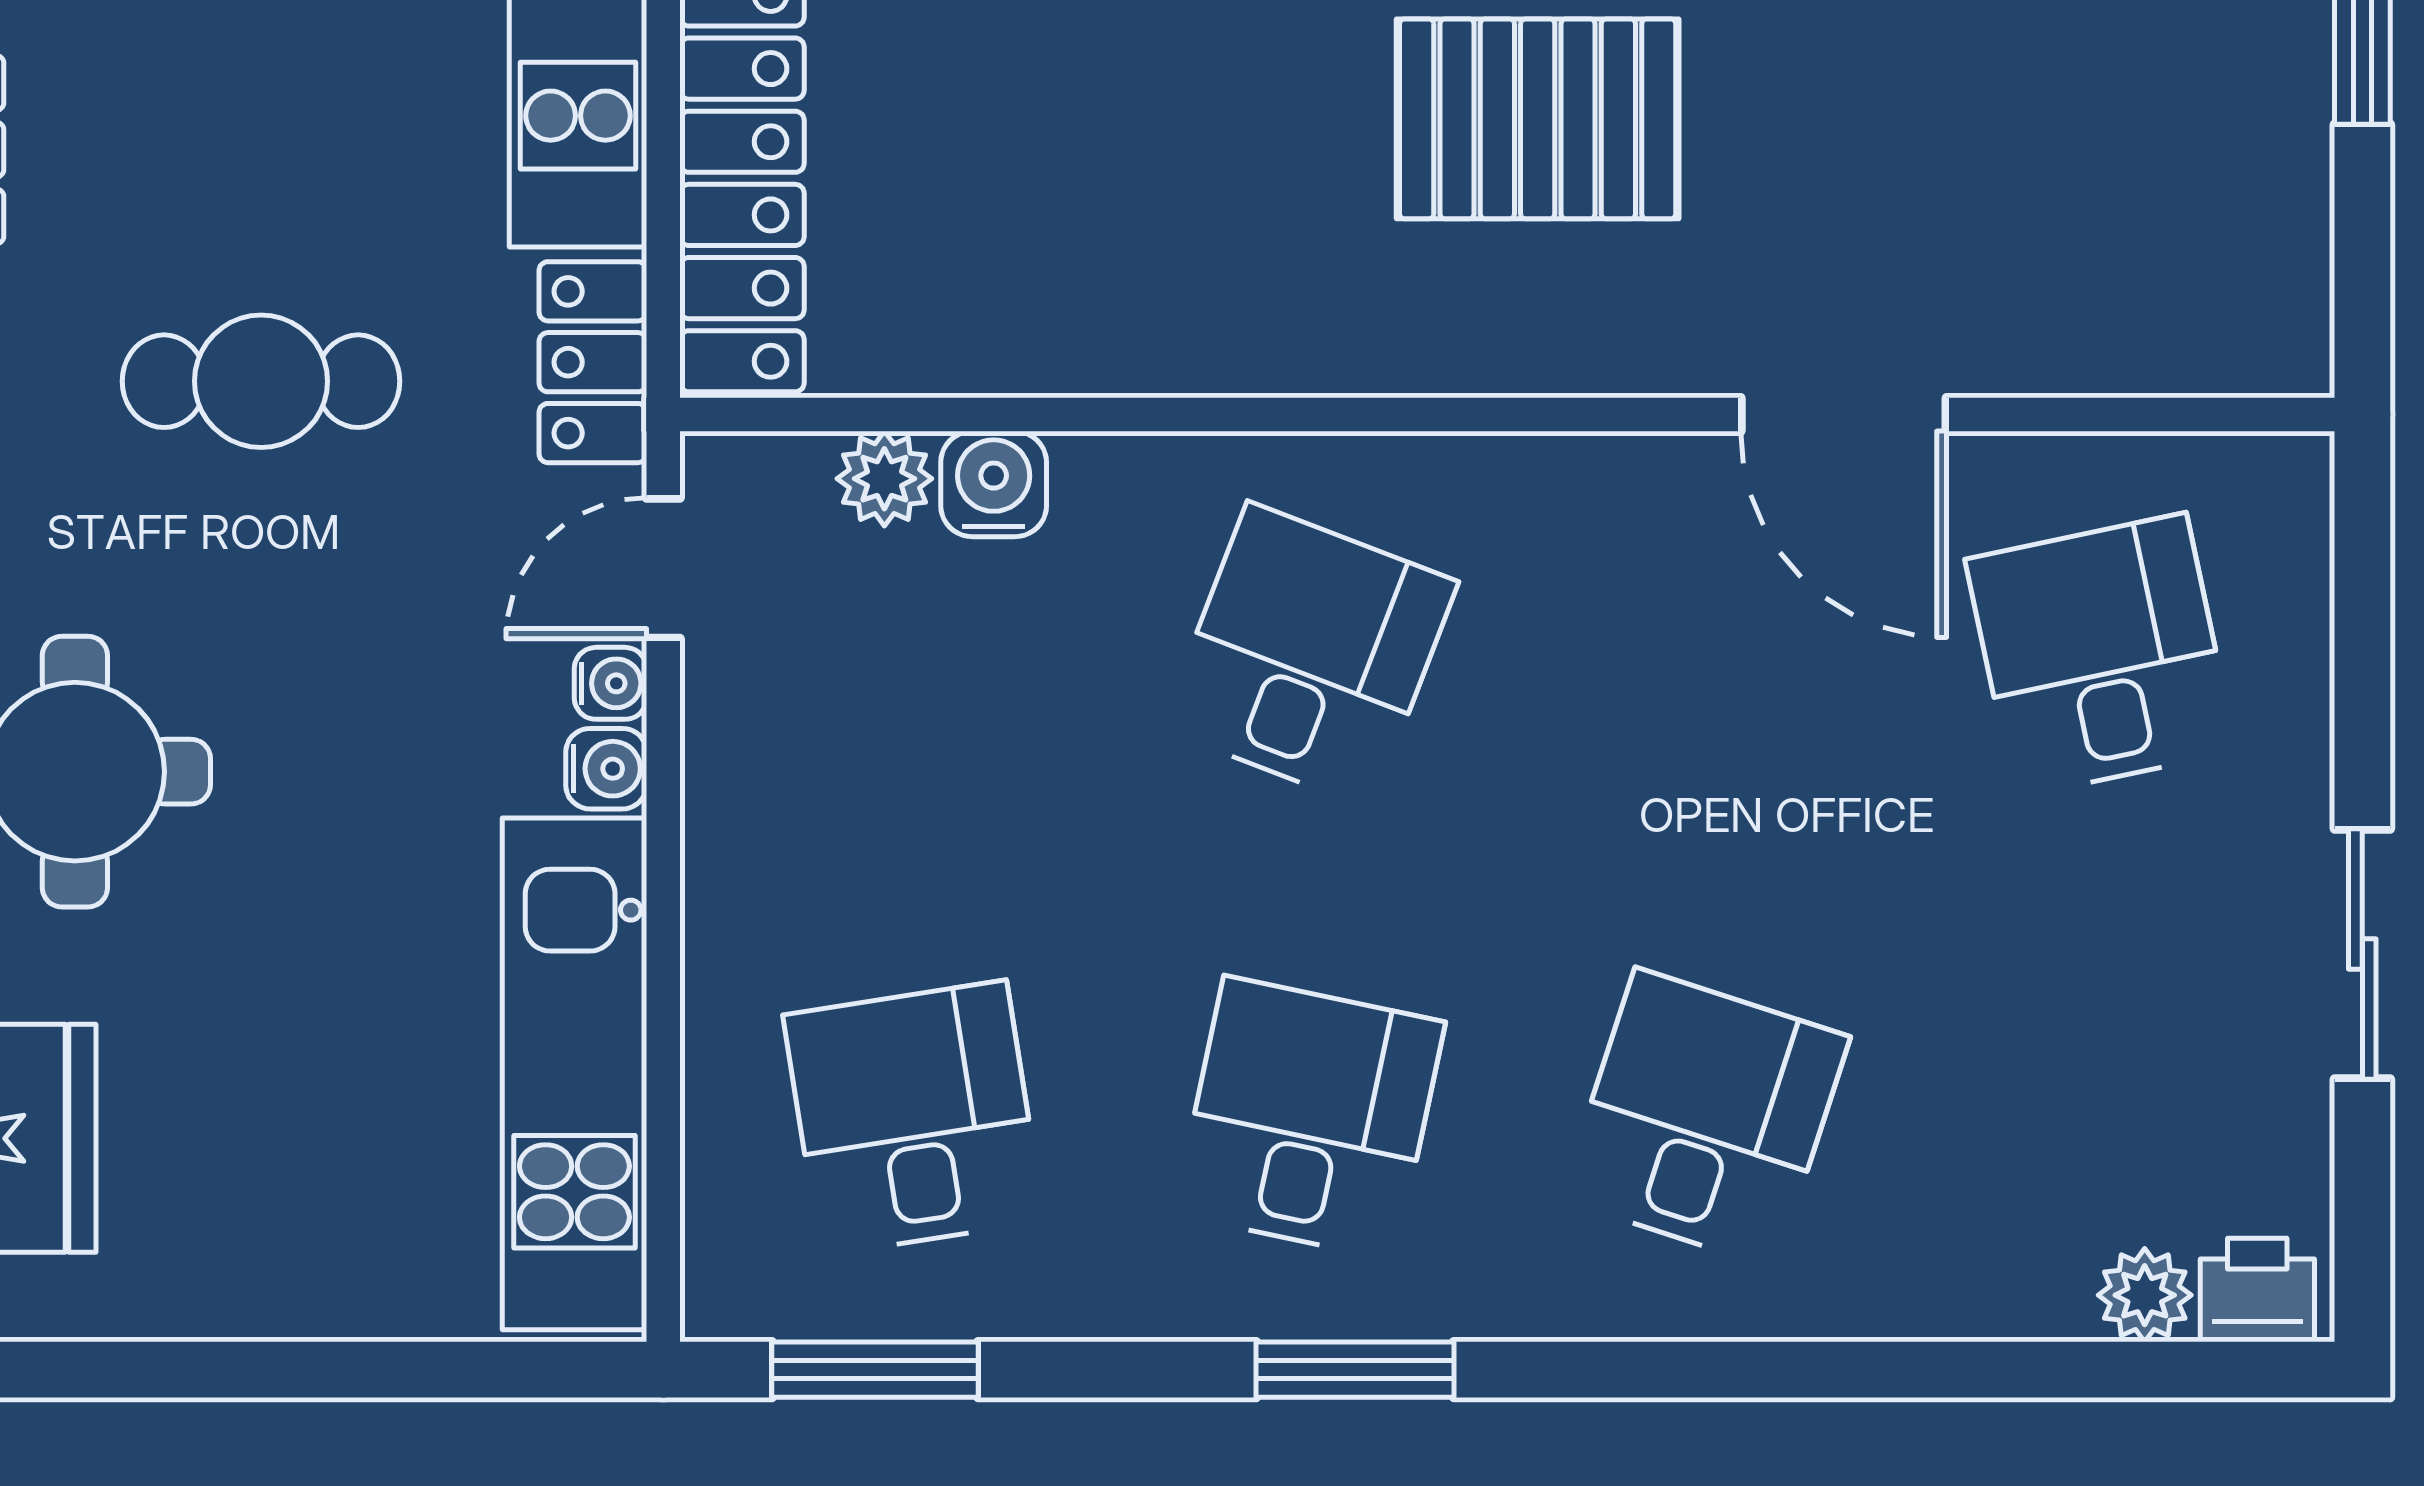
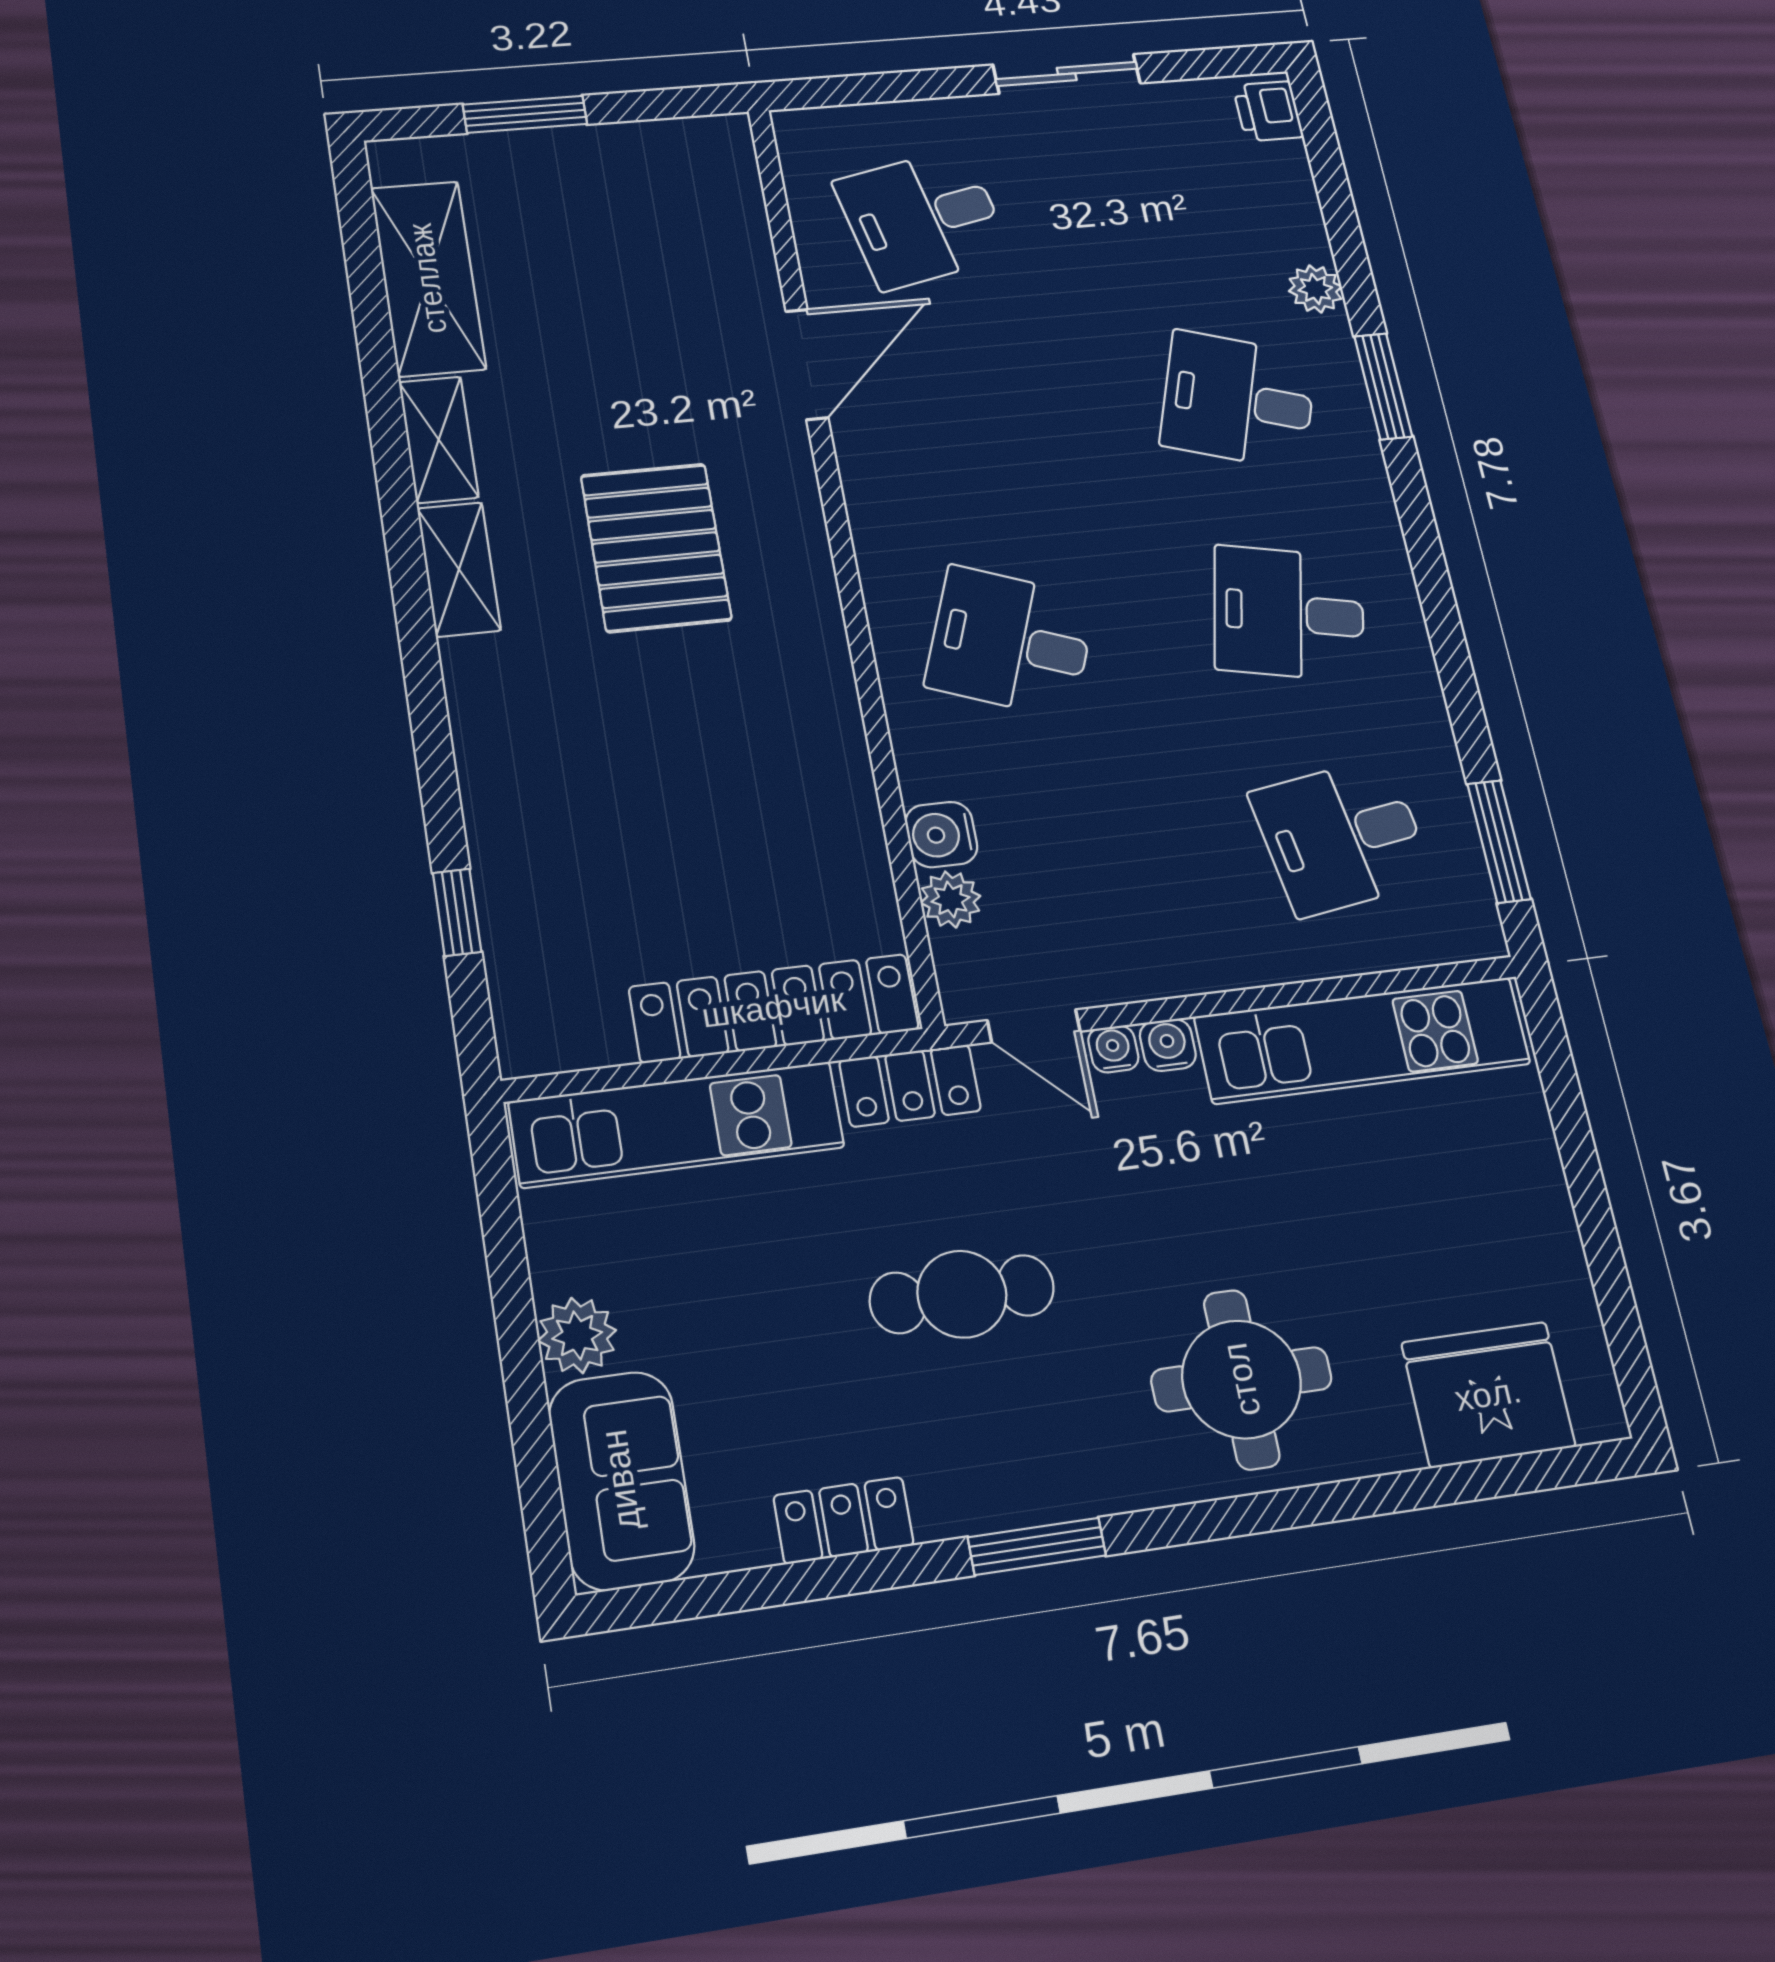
cafe table: (261, 381) -> (962, 1294), turned 90
plant: (2145, 1295) -> (1315, 289), moved
window: (1355, 1370) -> (1383, 386), moved

